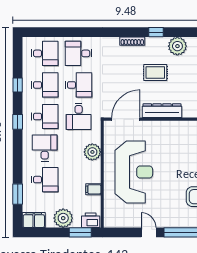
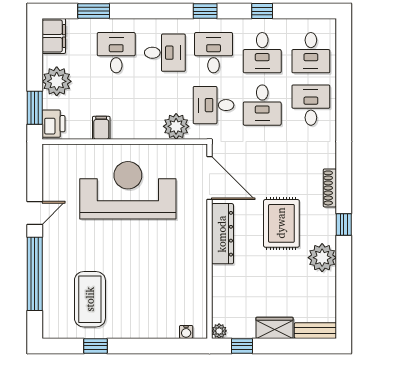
rug: (155, 72) -> (281, 223), width x1.36, depth x1.43
desk: (45, 116) -> (214, 53), turned 180
plant: (92, 152) -> (176, 126), moved
reception desk: (134, 172) -> (128, 190), turned 180
desk: (45, 180) -> (116, 53), turned 180

